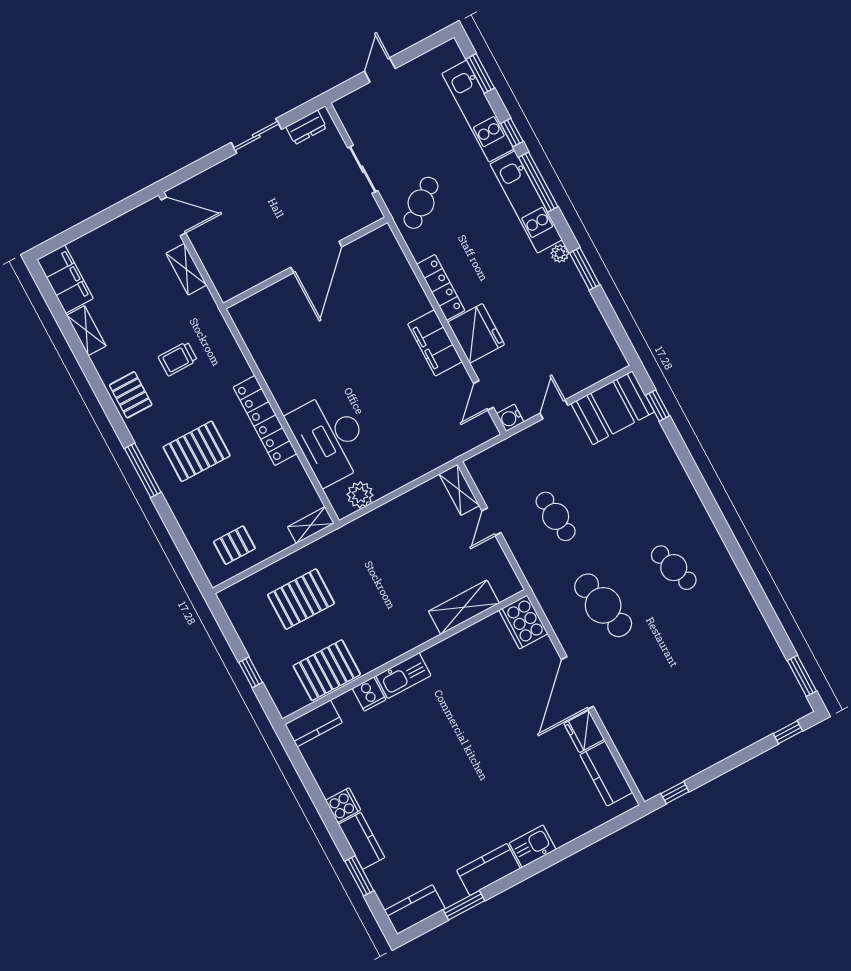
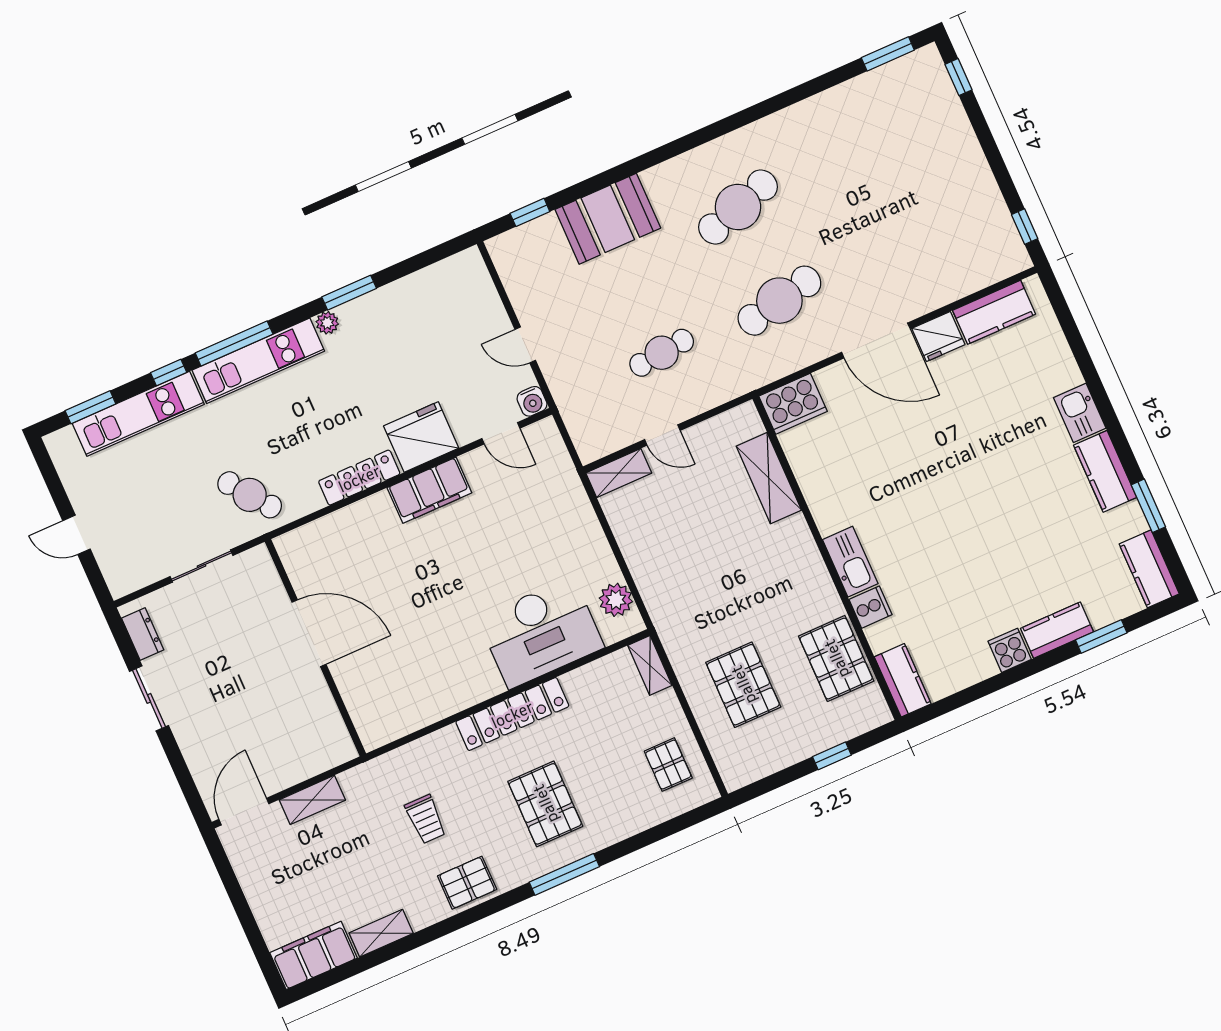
booth: (613, 408) -> (608, 219), moved, turned 90
cafe table: (674, 568) -> (738, 207), width x1.37, depth x1.35

